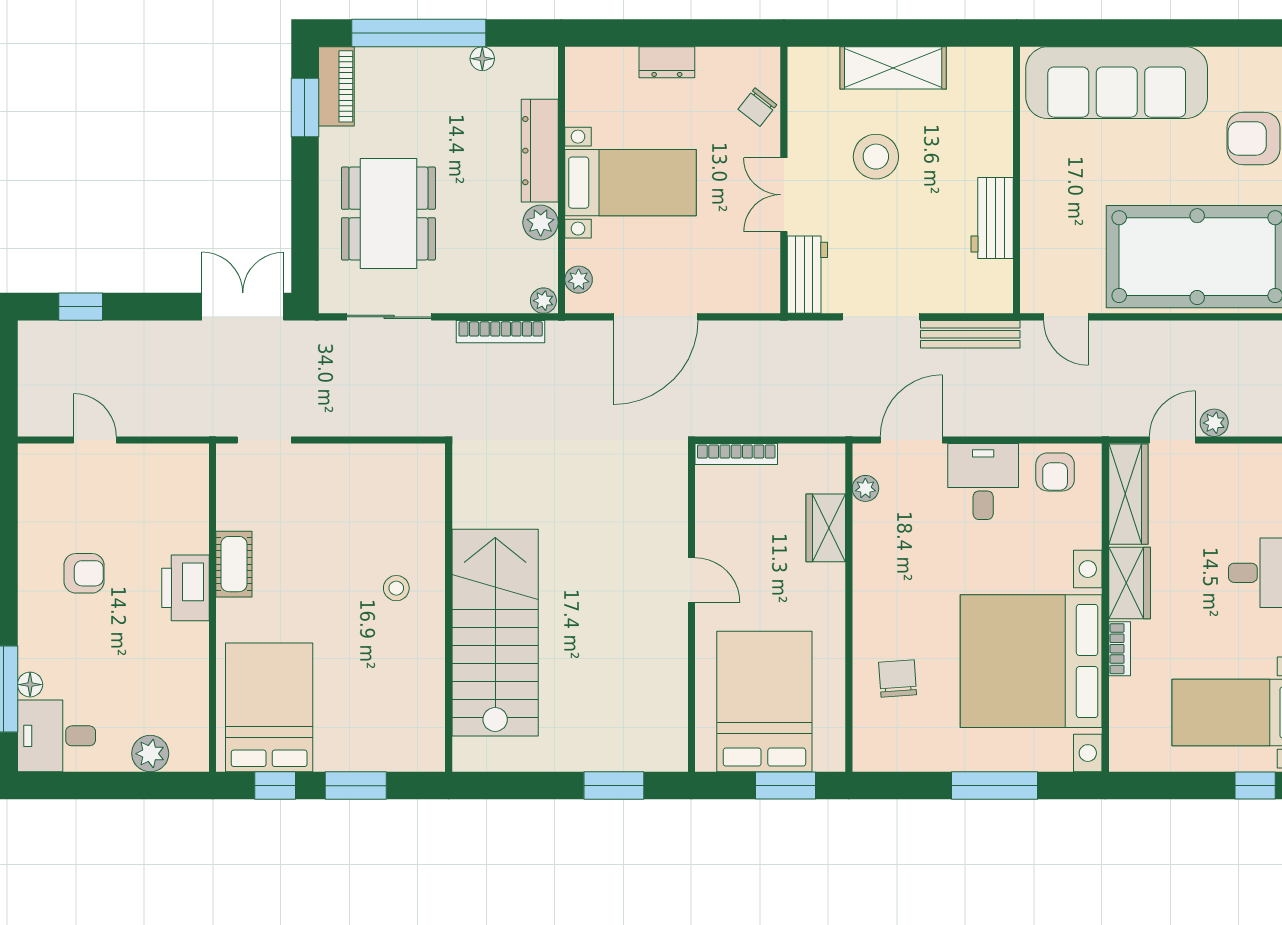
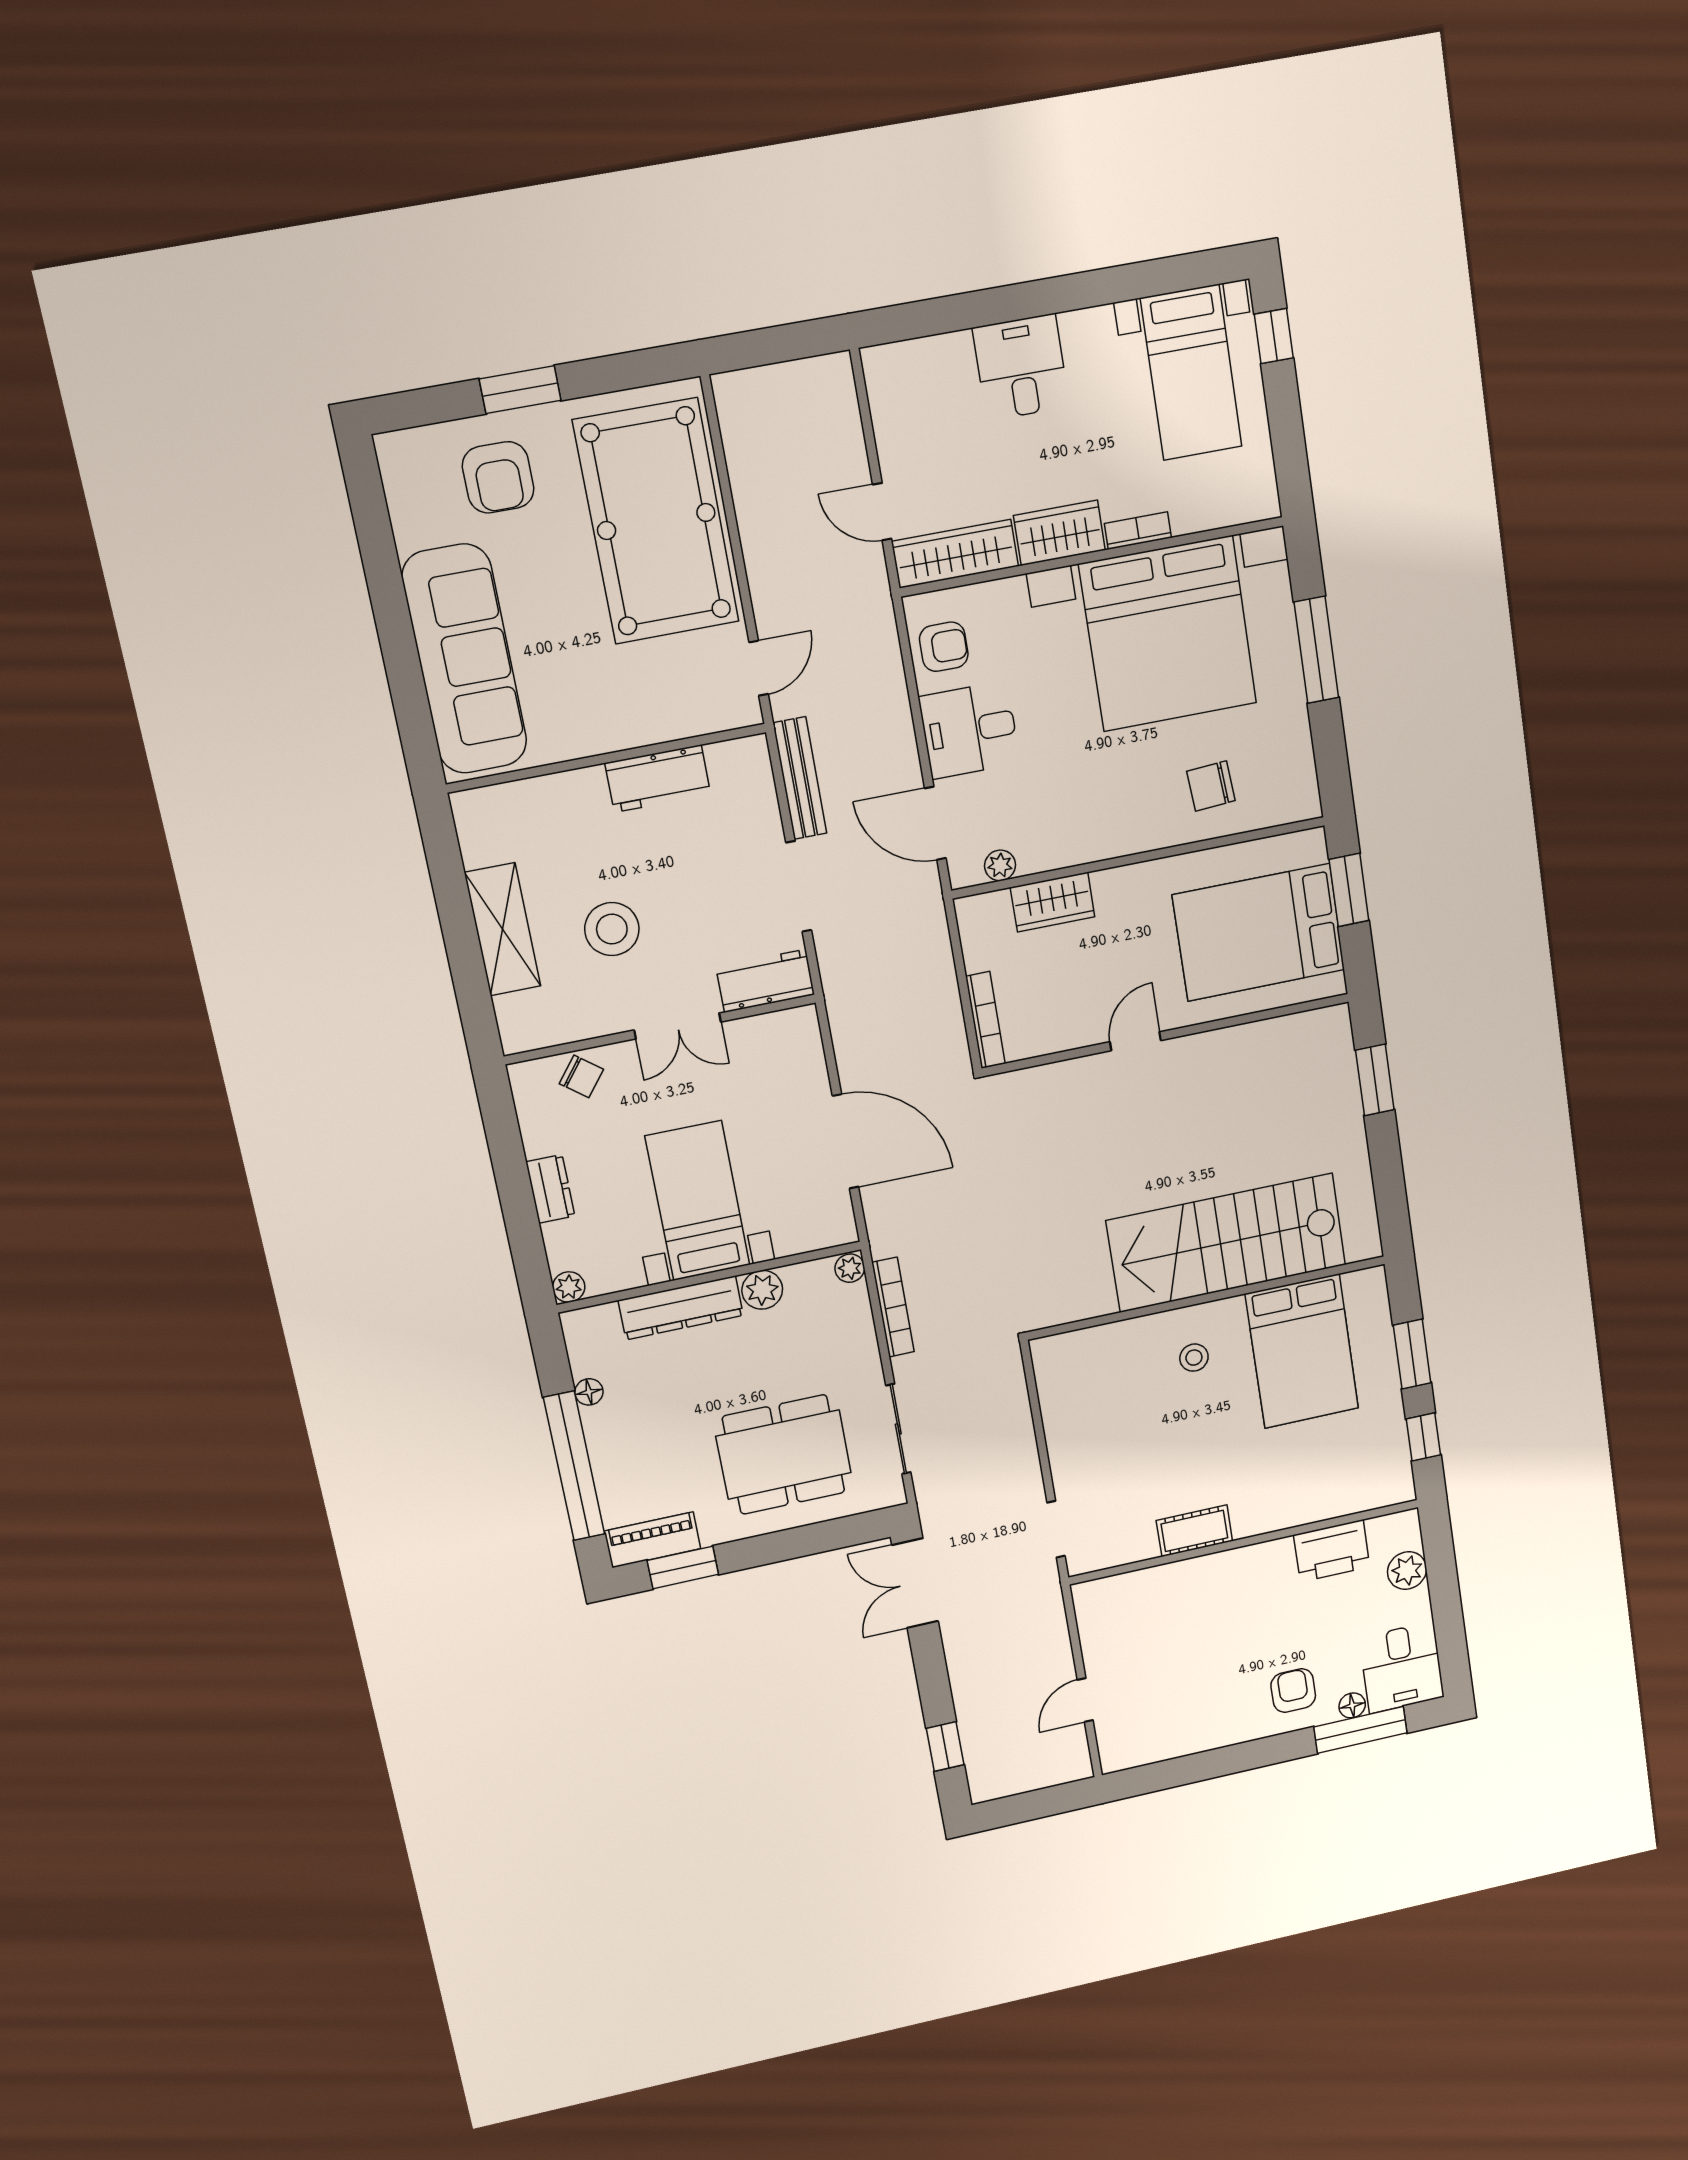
plant: (579, 280) -> (569, 1287), moved
plant: (1214, 423) -> (853, 464), removed
armchair: (84, 573) -> (1293, 1691), moved
printer: (185, 588) -> (1332, 1551), moved
bed: (269, 707) -> (1302, 1351), moved, turned -90

